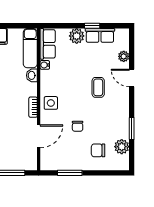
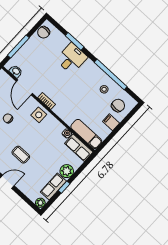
plant: (124, 56) -> (40, 203), moved
washbasin: (32, 75) -> (16, 71), moved

